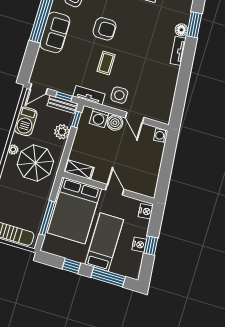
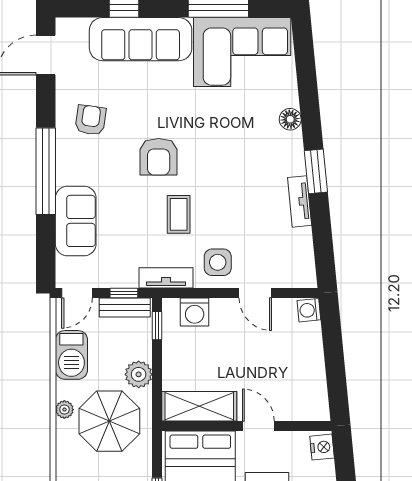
window: (194, 25) -> (316, 171), moved
armchair: (105, 29) -> (159, 157), turned 90
sofa: (55, 32) -> (76, 221), moved
tv unit: (178, 51) -> (300, 201), moved
boiler: (115, 123) -> (224, 312), removed
plant: (62, 132) -> (139, 374), moved
shelving: (79, 170) -> (199, 406), width x1.50, depth x1.33

